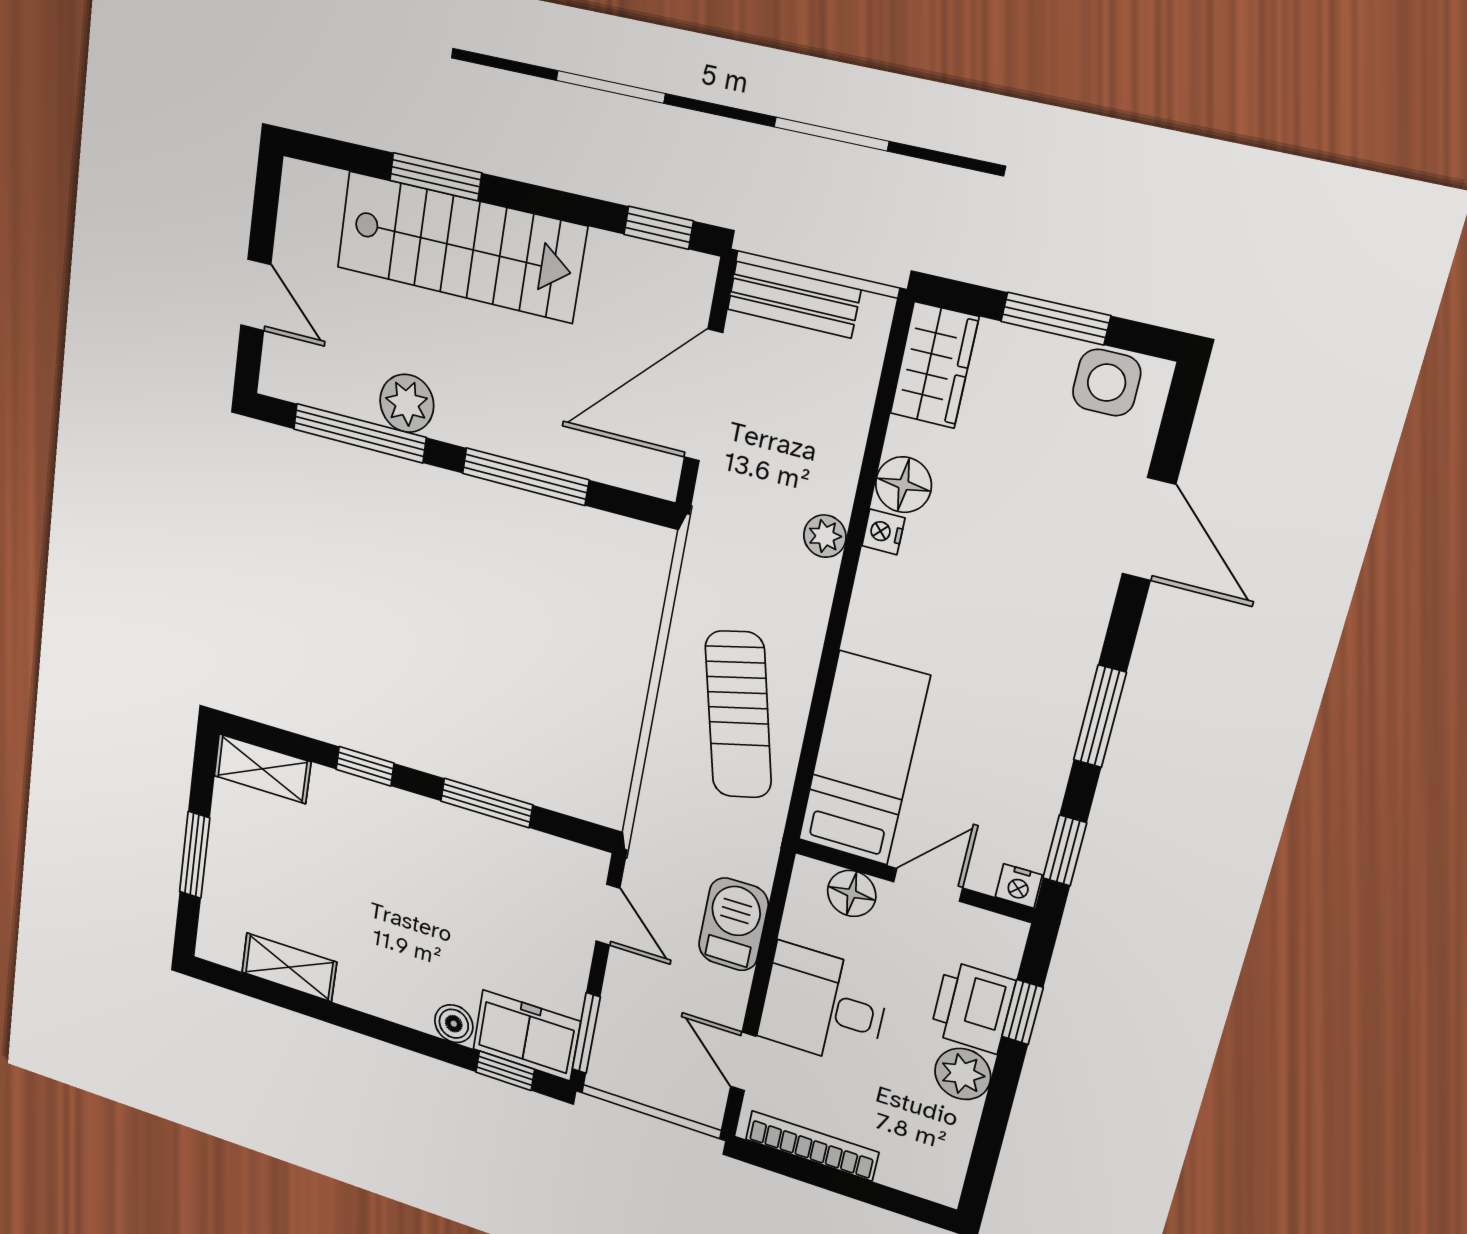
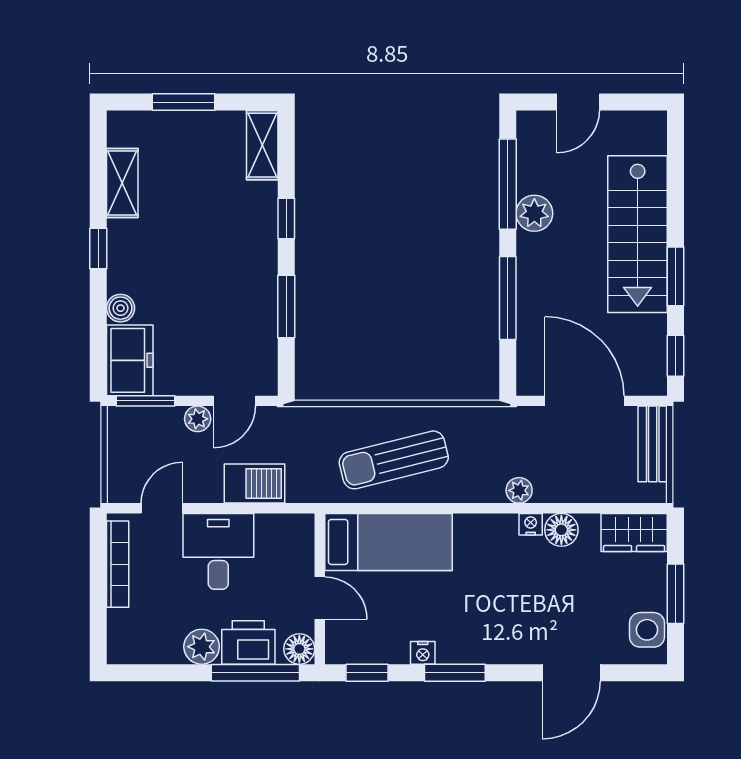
window: (436, 177) -> (676, 276), moved
nightstand: (1019, 886) -> (423, 653), moved, turned -90
floor lamp: (852, 893) -> (299, 649), moved
plant: (624, 972) -> (198, 419), added
window: (1022, 1012) -> (255, 673), width x2.17
window: (505, 1071) -> (98, 249), moved

